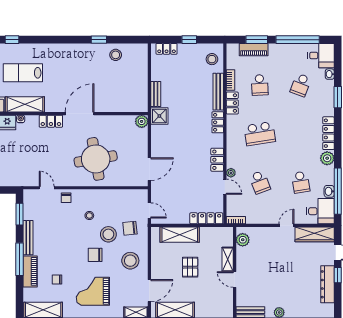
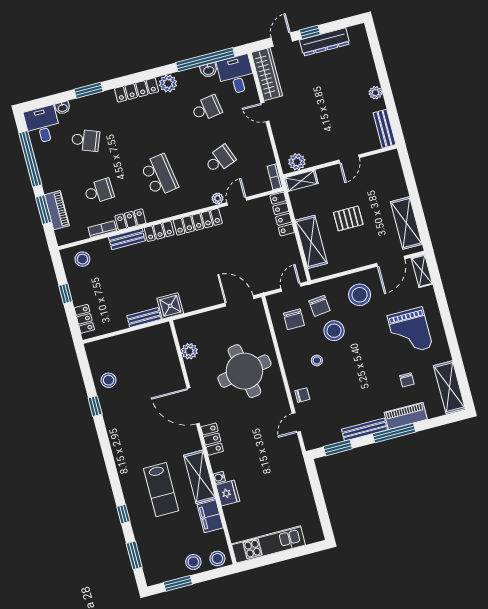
bench: (218, 92) -> (127, 239), width x0.73
plant: (142, 121) -> (189, 351), moved
locker: (217, 160) -> (198, 222), width x1.53
chair: (95, 255) -> (294, 319), moved
shelving: (228, 259) -> (301, 181), moved
door: (149, 291) -> (391, 261), swing flipped

